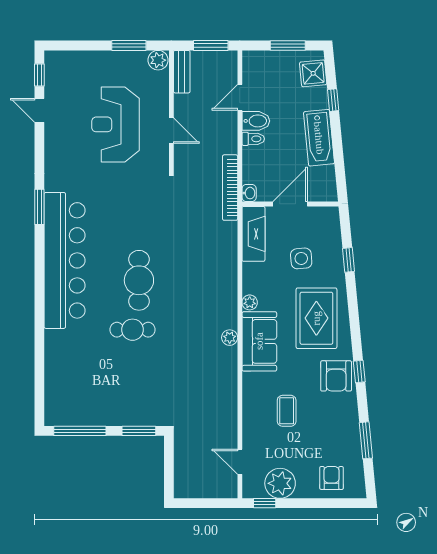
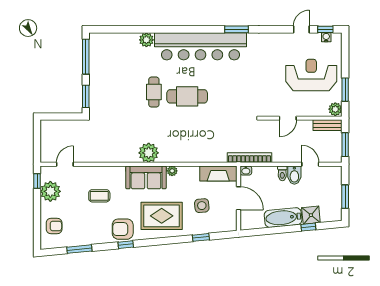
shower: (313, 73) -> (311, 215), moved
water cooler: (51, 74) -> (326, 37), added
reception desk: (115, 124) -> (311, 75), moved
plant: (230, 338) -> (149, 153), width x1.88, depth x1.88
plant: (55, 341) -> (146, 40), added

